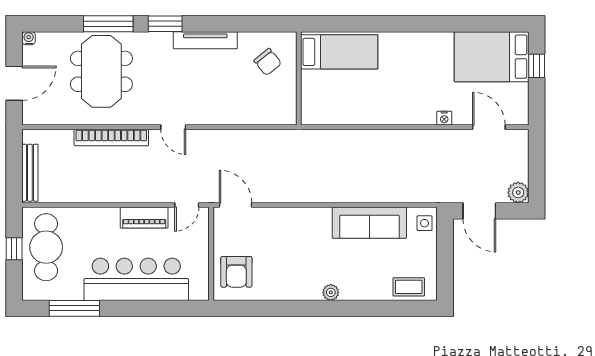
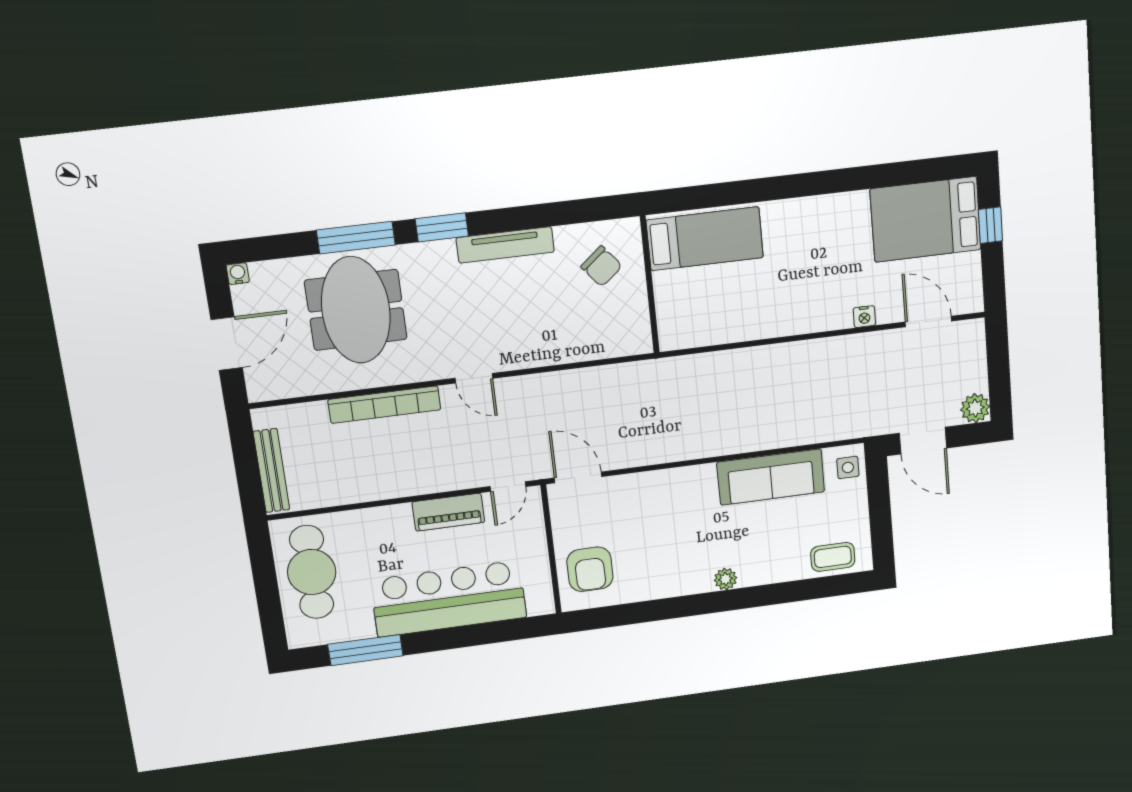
window: (14, 249) -> (265, 580), removed

